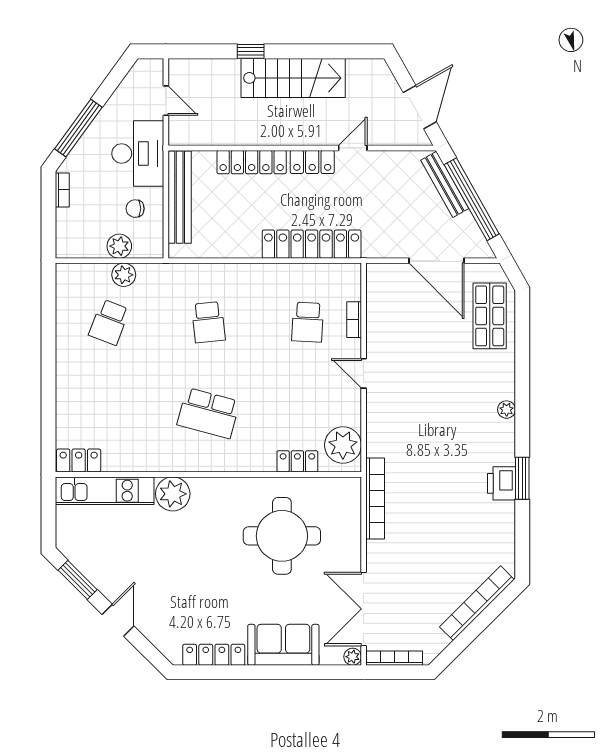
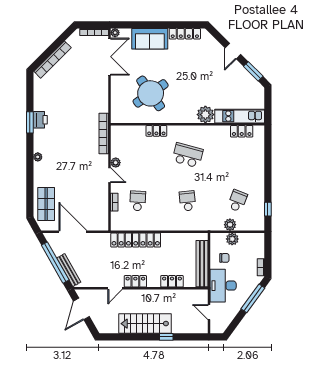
locker: (252, 162) -> (172, 281), width x0.66
window: (49, 306) -> (268, 209), added
plant: (343, 445) -> (116, 163), moved, width x0.53, depth x0.53
locker: (79, 461) -> (242, 131), moved
locker: (297, 461) -> (156, 131), moved
bookcase: (375, 498) -> (104, 133), moved
round table: (282, 536) -> (151, 93), turned -35

